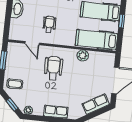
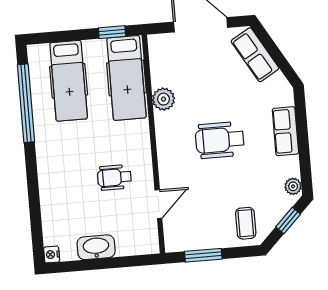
window: (122, 21) -> (112, 32), moved
wheelchair: (53, 68) -> (220, 140), moved

